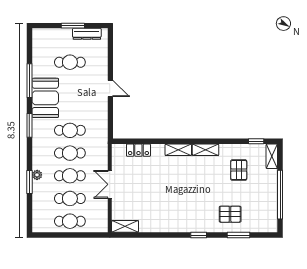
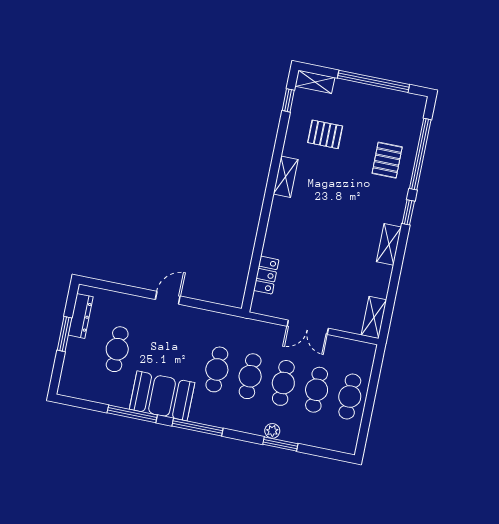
window: (29, 125) -> (197, 427), width x1.44
shelving: (178, 150) -> (389, 244), moved
window: (238, 235) -> (420, 154), width x2.11

